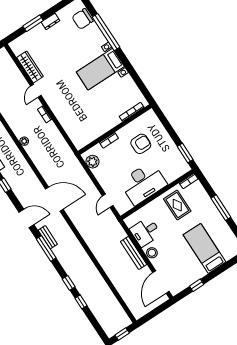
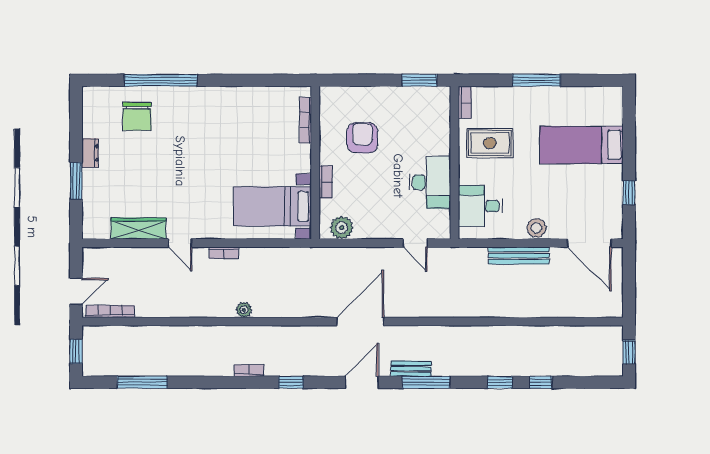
chair: (83, 19) -> (137, 116), moved
bed with nightstands: (100, 69) -> (273, 206), moved, turned 90
desk: (143, 183) -> (430, 182), width x0.73, depth x0.77
desk: (145, 232) -> (480, 206), moved, turned 90

